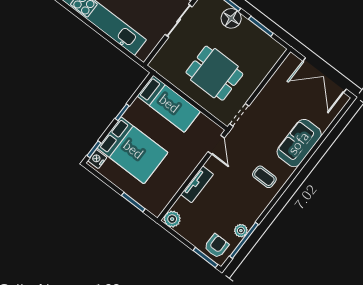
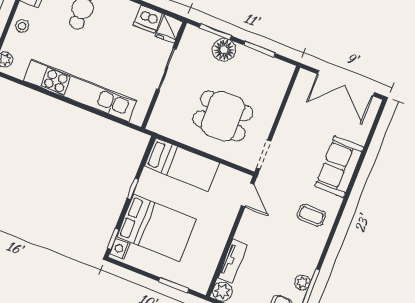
tv unit: (197, 184) -> (233, 261), moved

